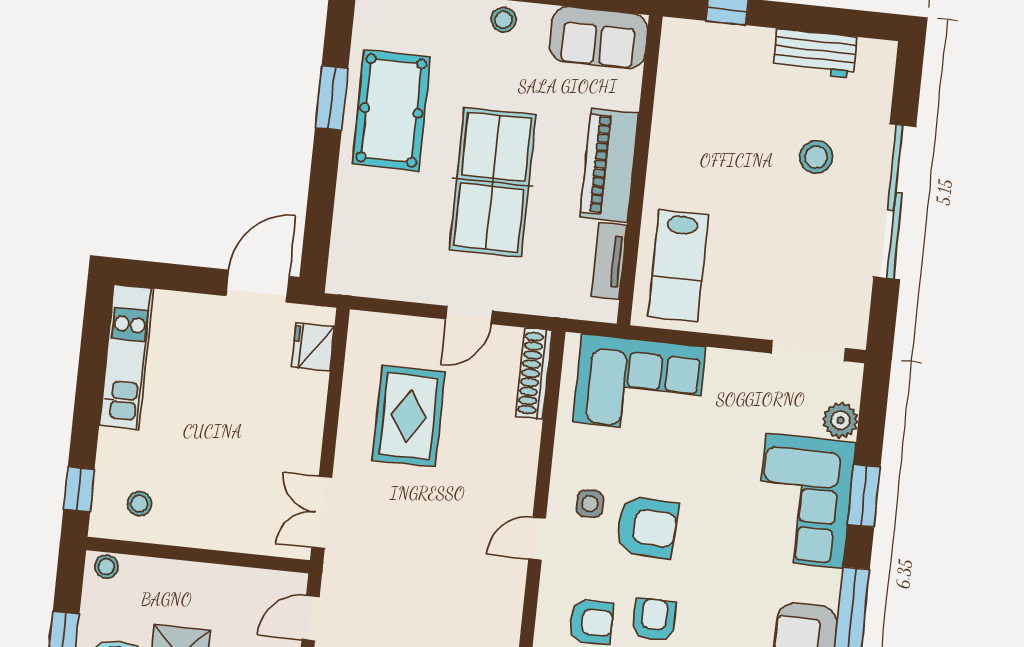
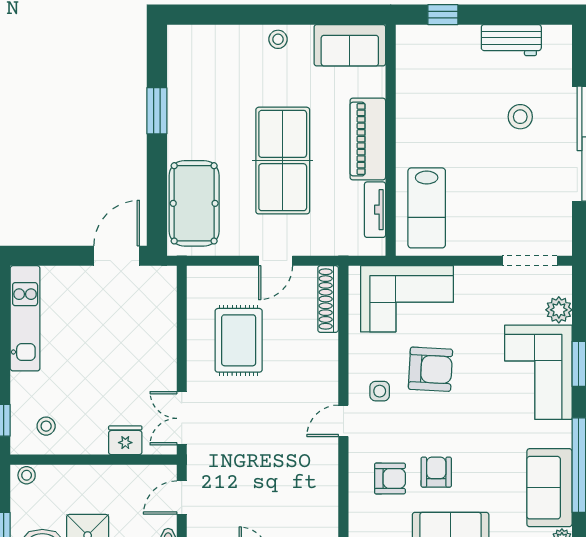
pool table: (391, 110) -> (194, 203), moved
fridge: (313, 347) -> (125, 440), moved, turned 90
armchair: (647, 527) -> (430, 369), moved

